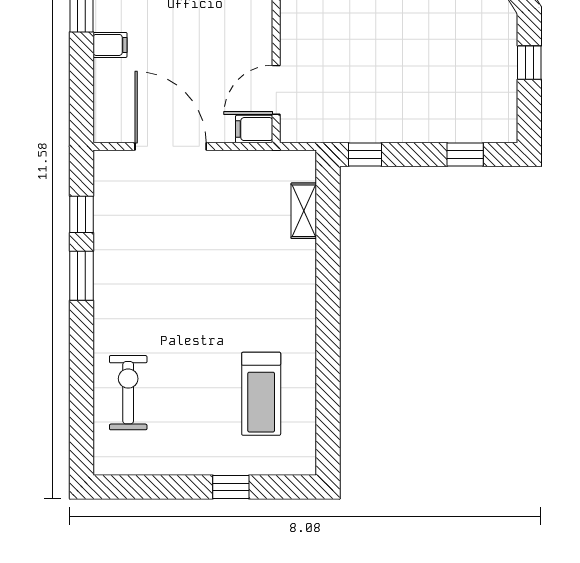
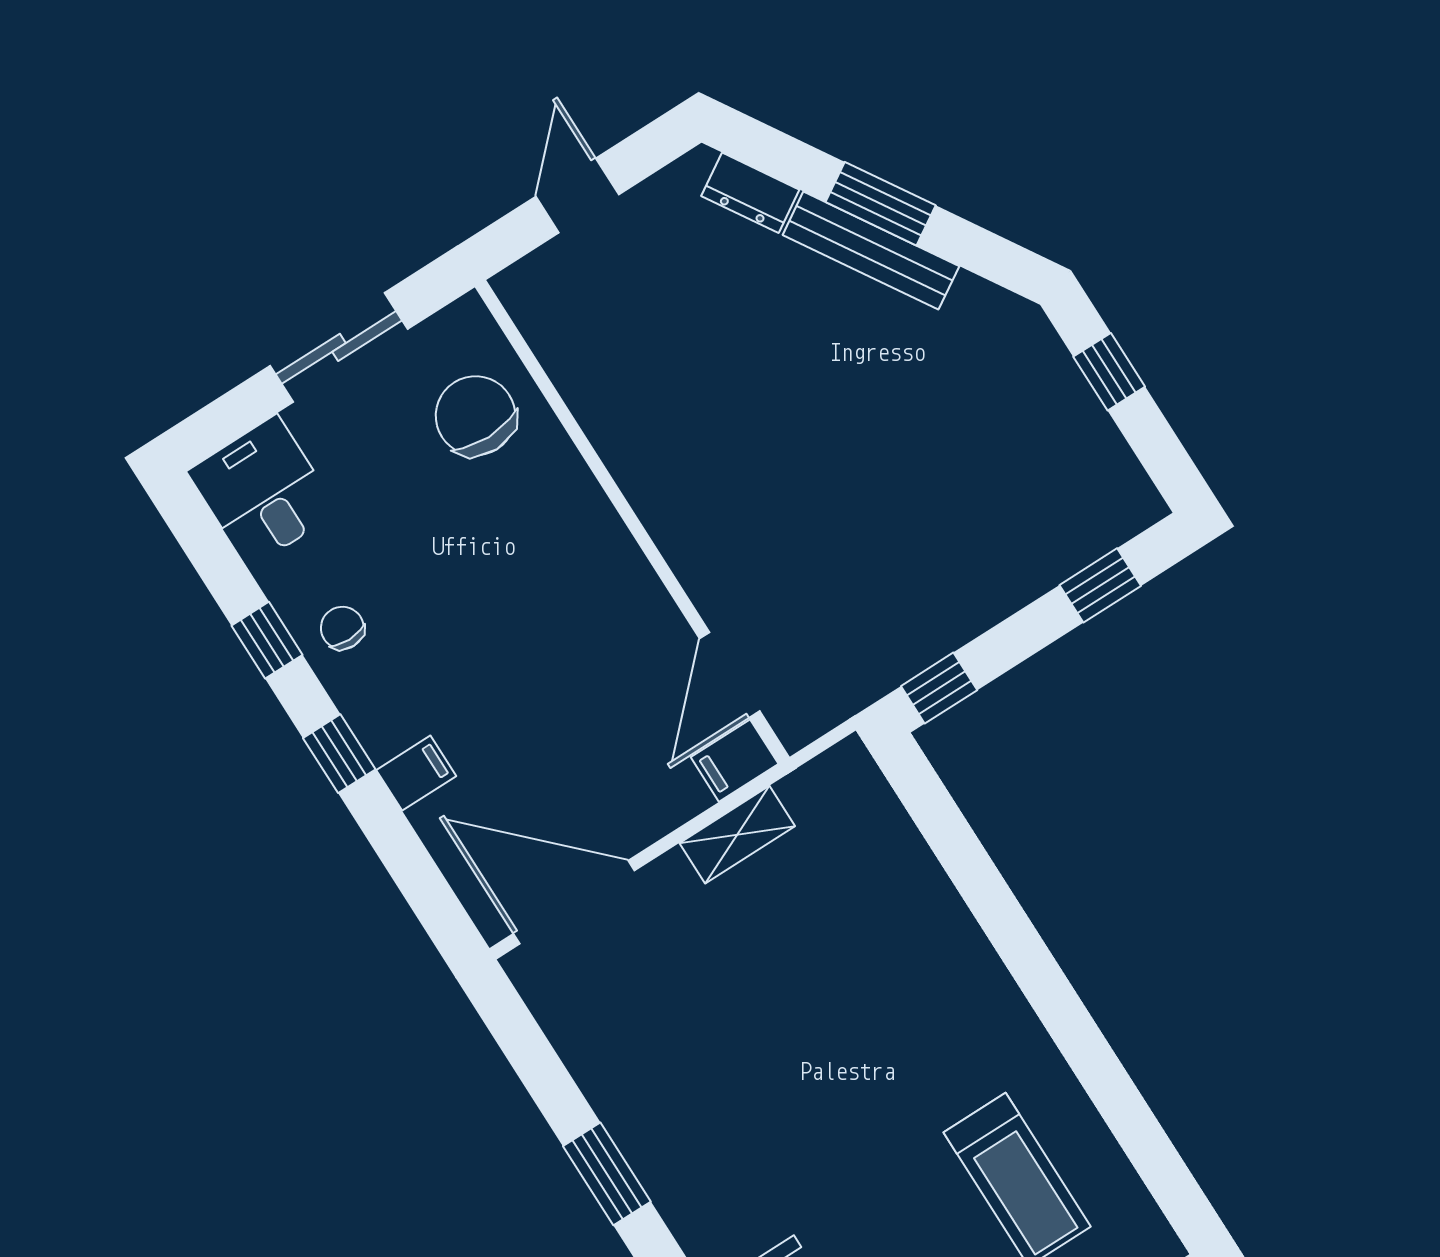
door: (171, 146) -> (574, 902), moved
shelving: (304, 211) -> (737, 835), moved, turned 90
window: (81, 214) -> (544, 1075), removed

